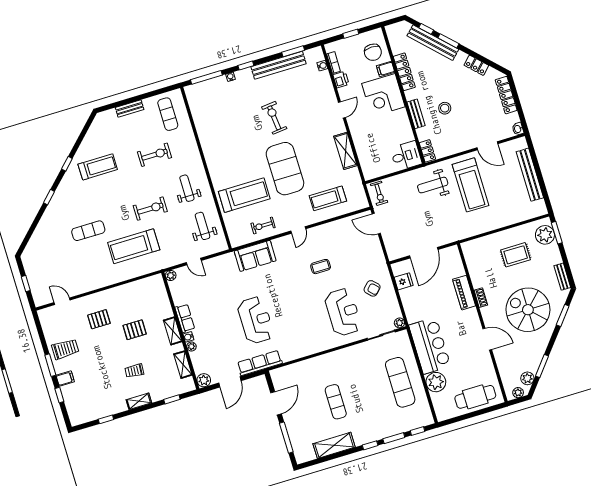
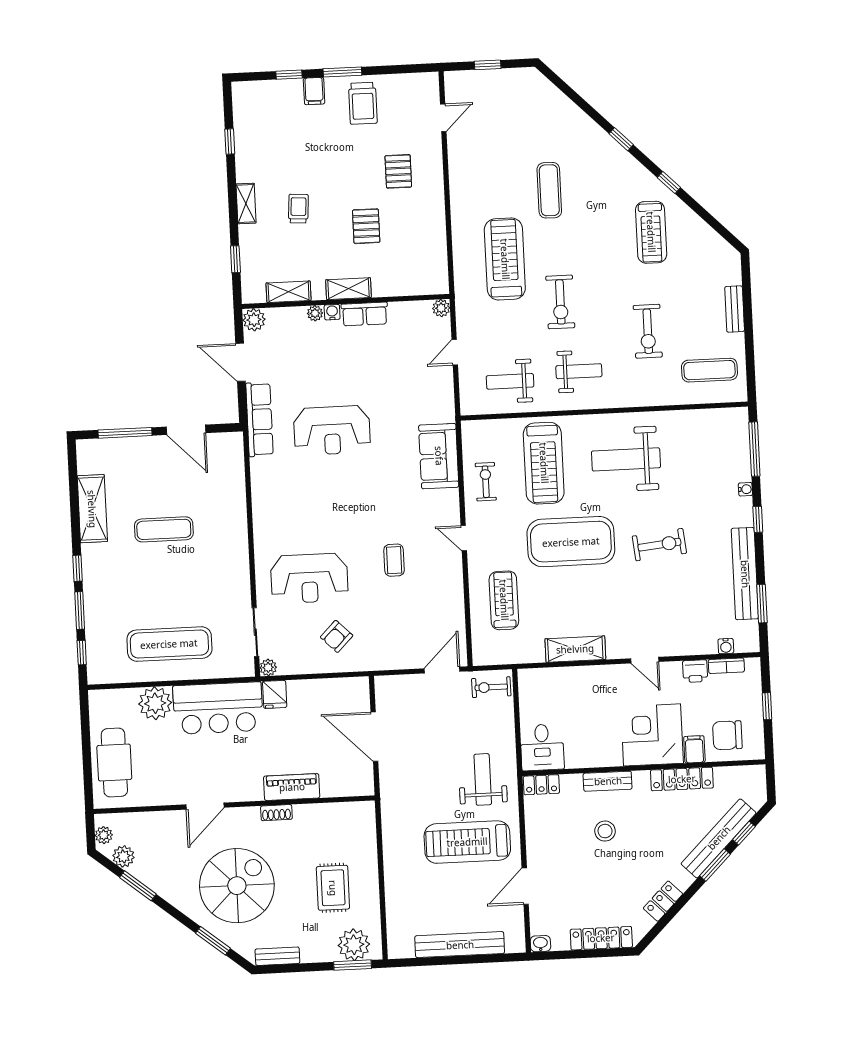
weight bench: (230, 149) -> (626, 459), added
weight bench: (203, 226) -> (510, 381), turned 180
fridge: (404, 281) -> (275, 694), moved

